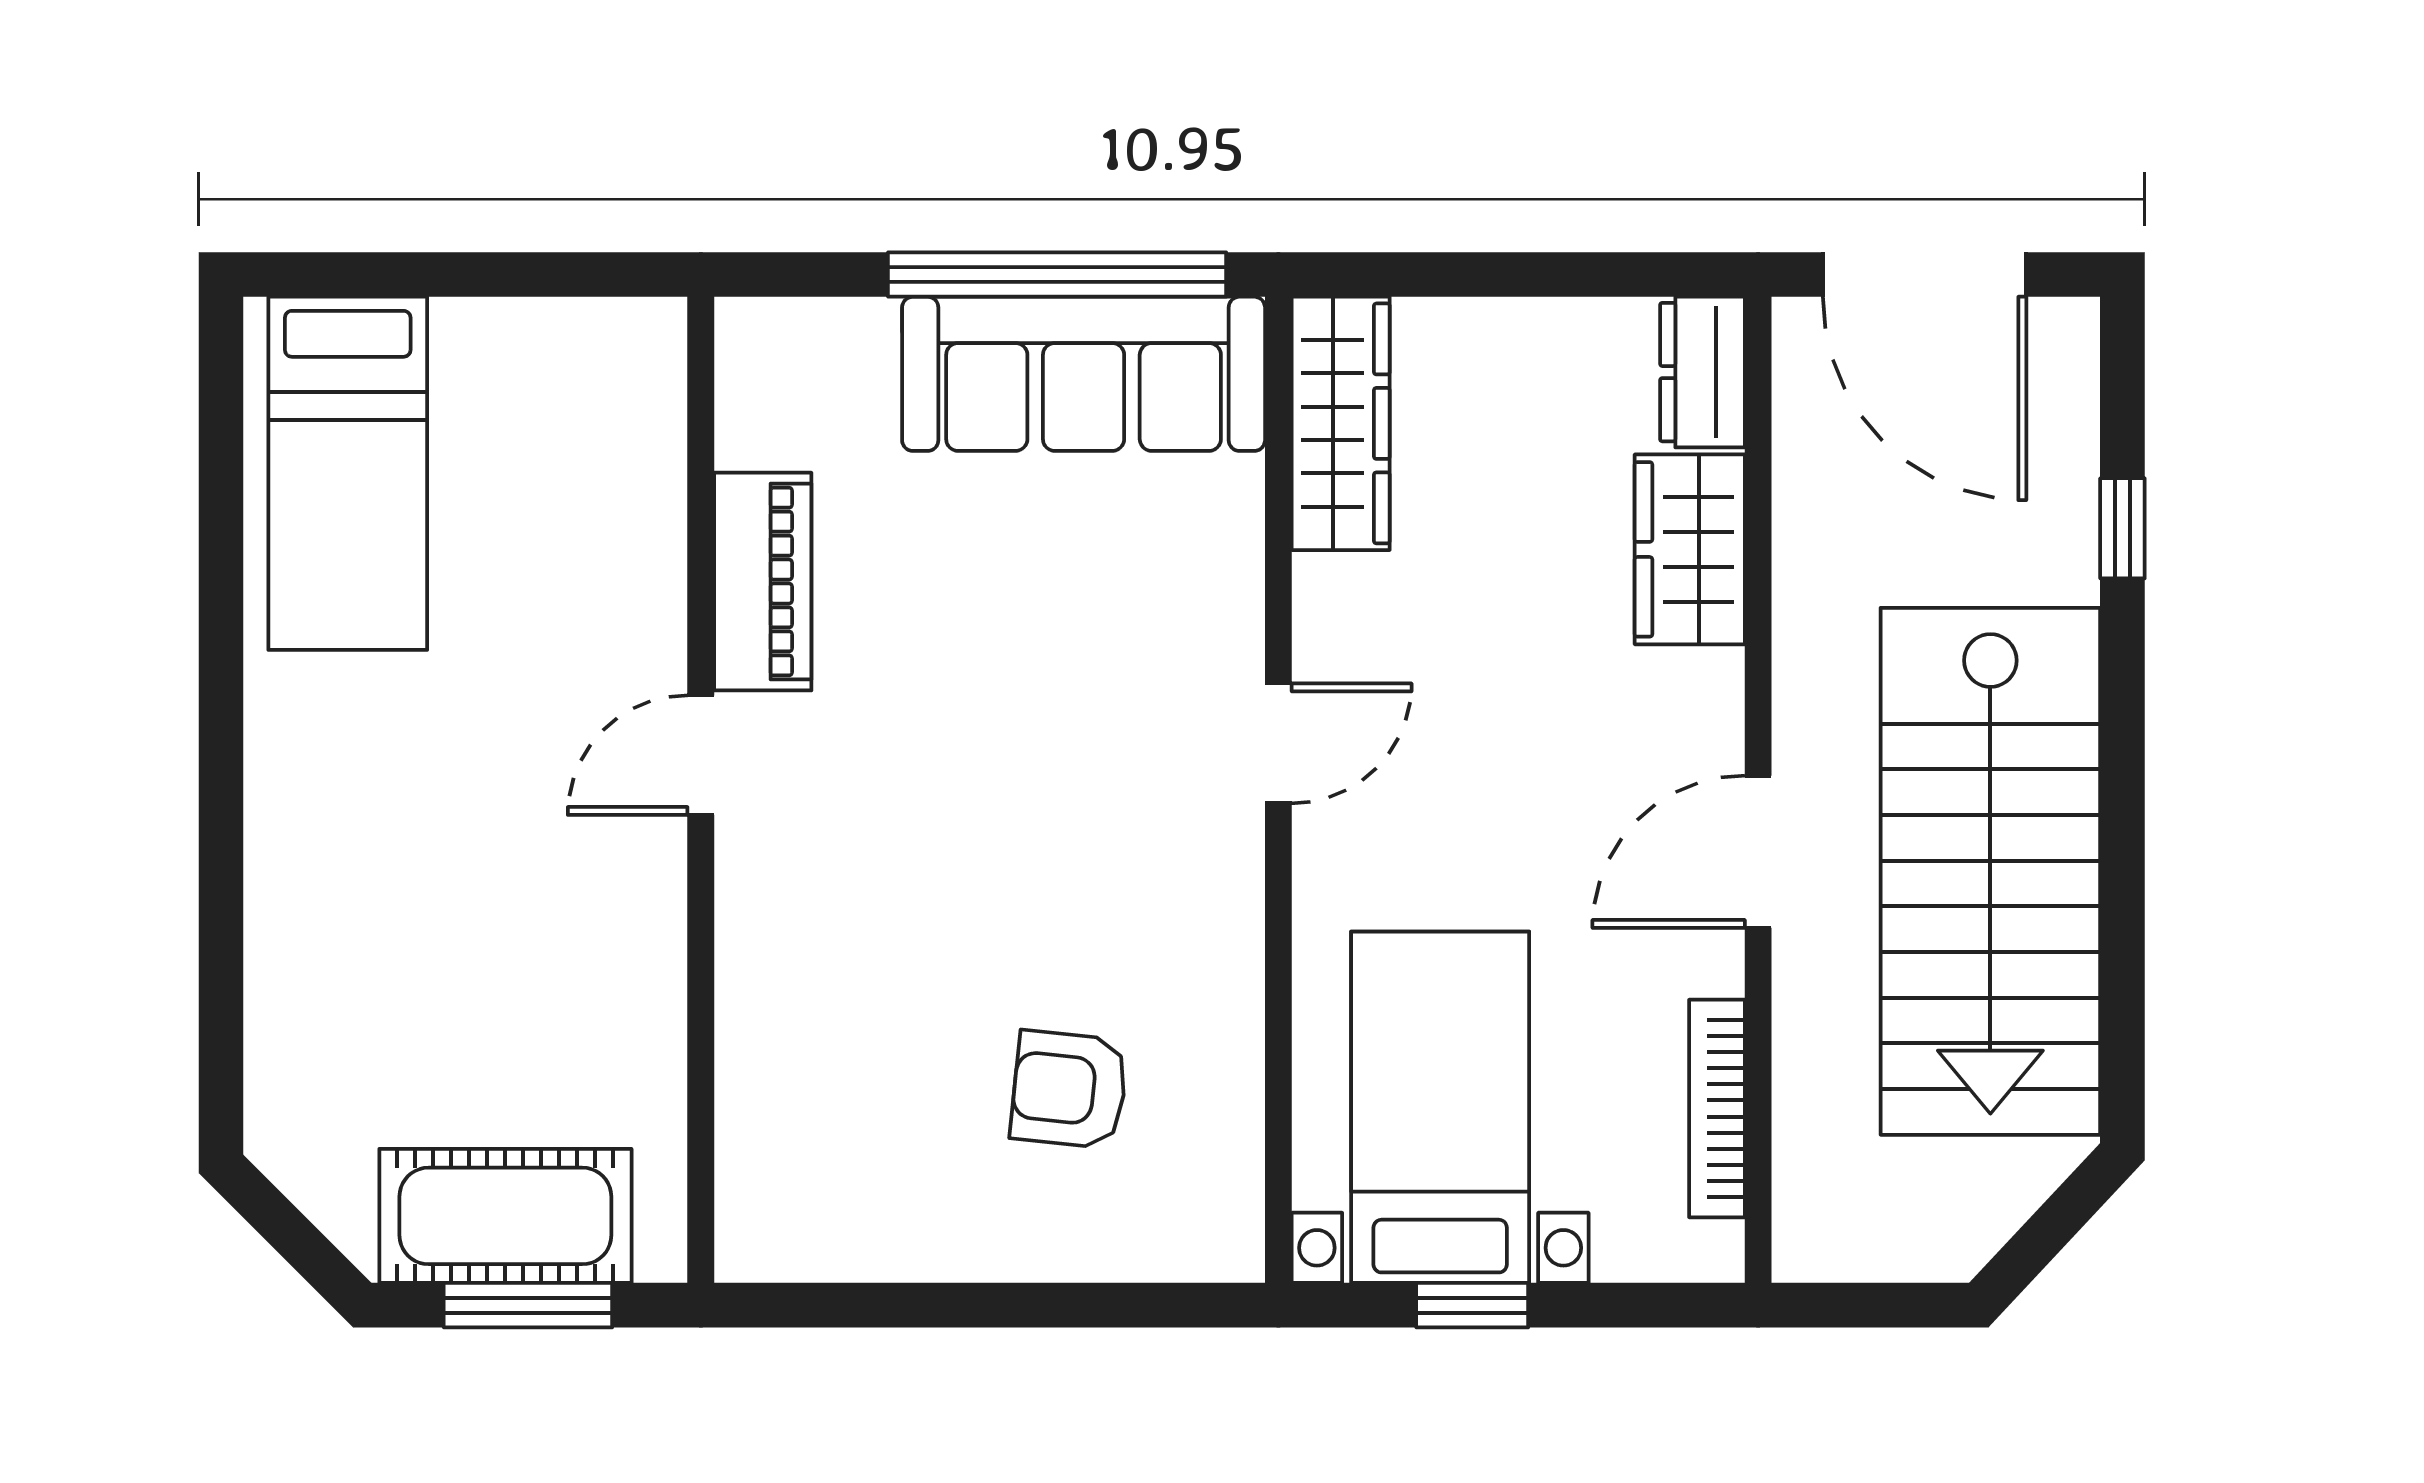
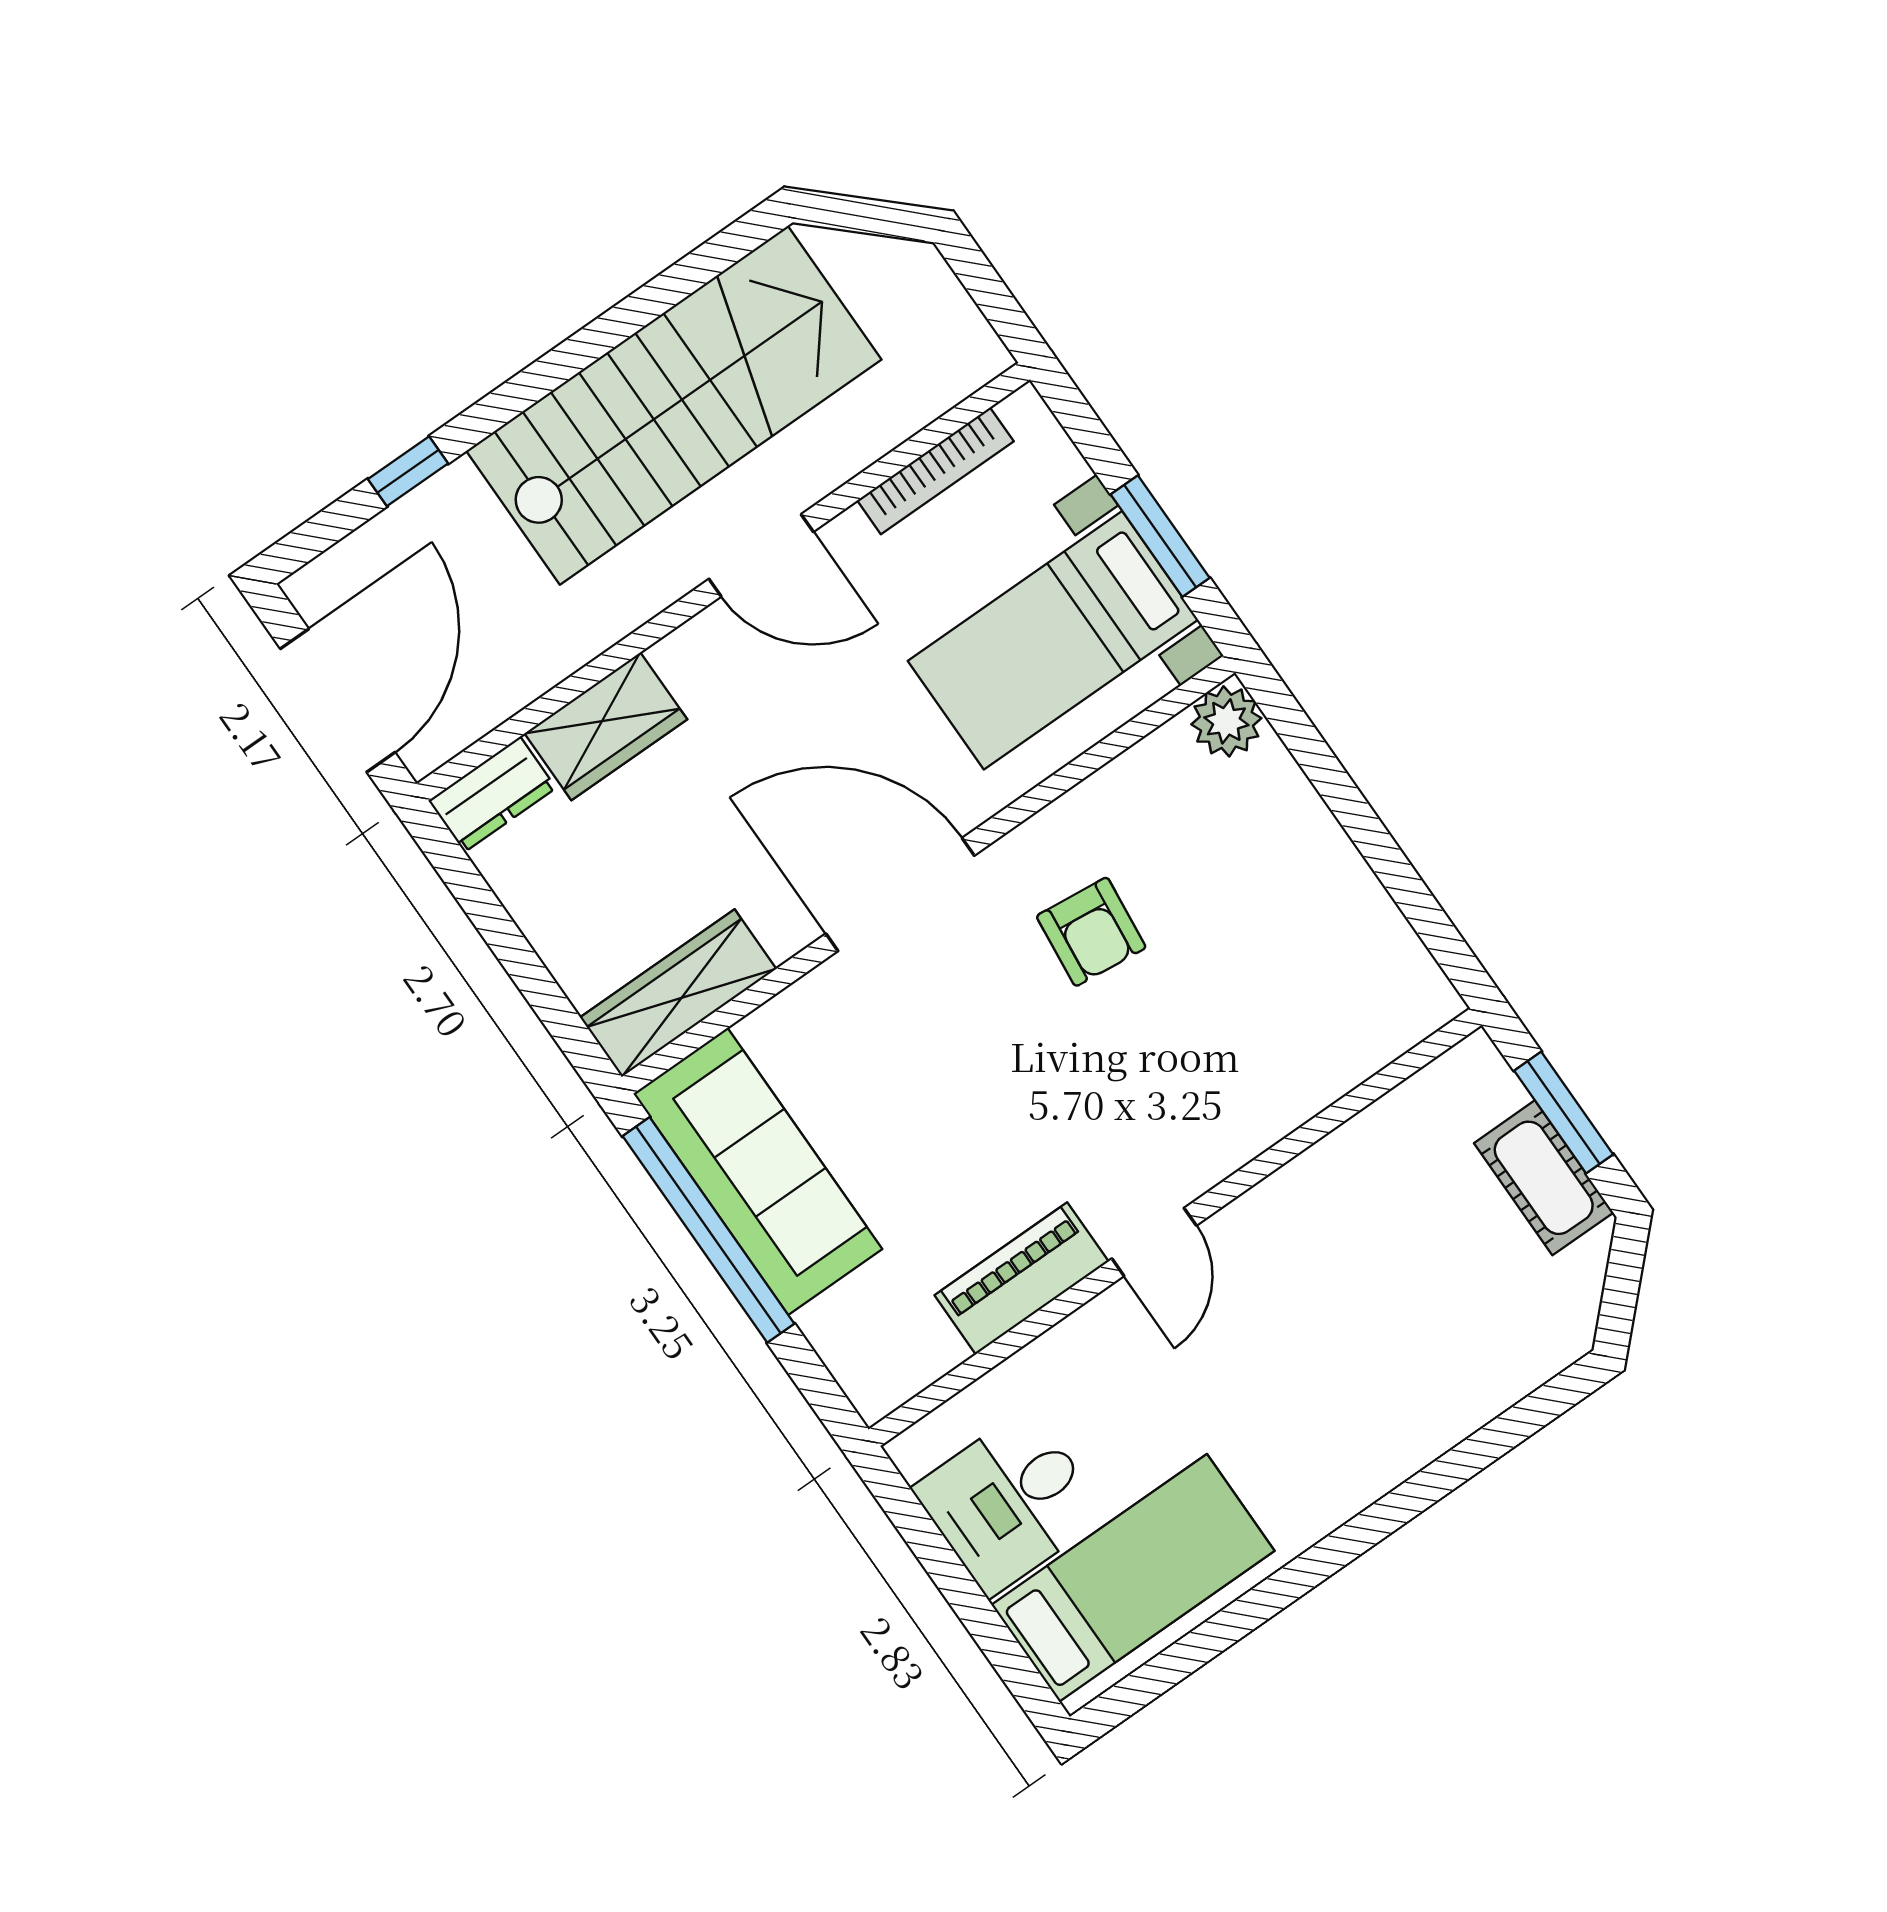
desk: (527, 396) -> (1009, 1502), added
door: (1278, 743) -> (900, 895), width x1.87
door: (701, 755) -> (1154, 1242), hinge flipped
armchair: (1069, 1090) -> (1091, 932), moved
cot: (505, 1216) -> (1544, 1178), width x0.73, depth x0.75
plant: (1218, 1236) -> (1226, 721), added
window: (1472, 1305) -> (1160, 536), width x1.50

